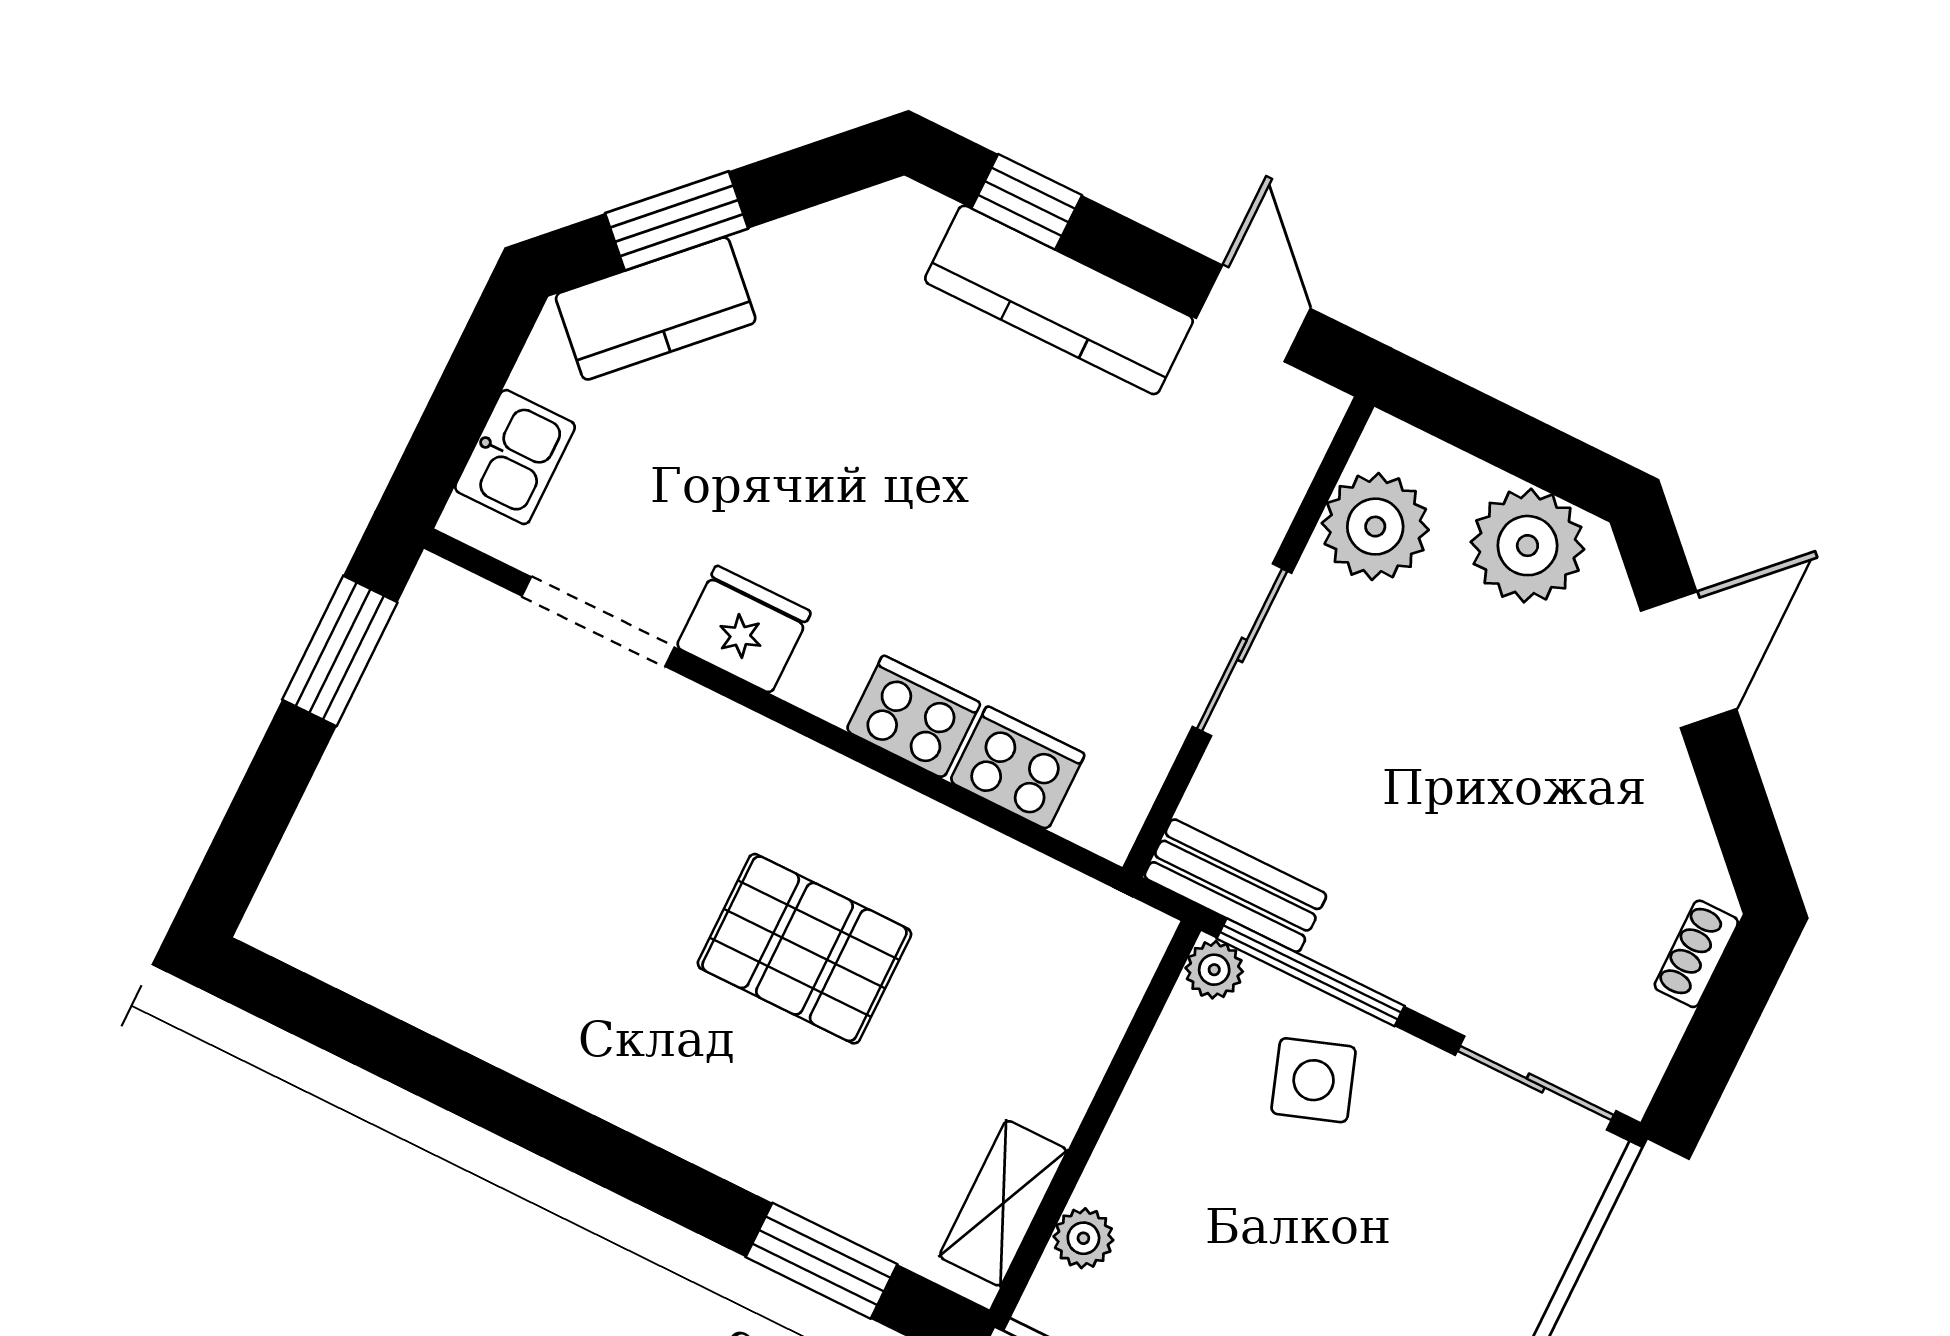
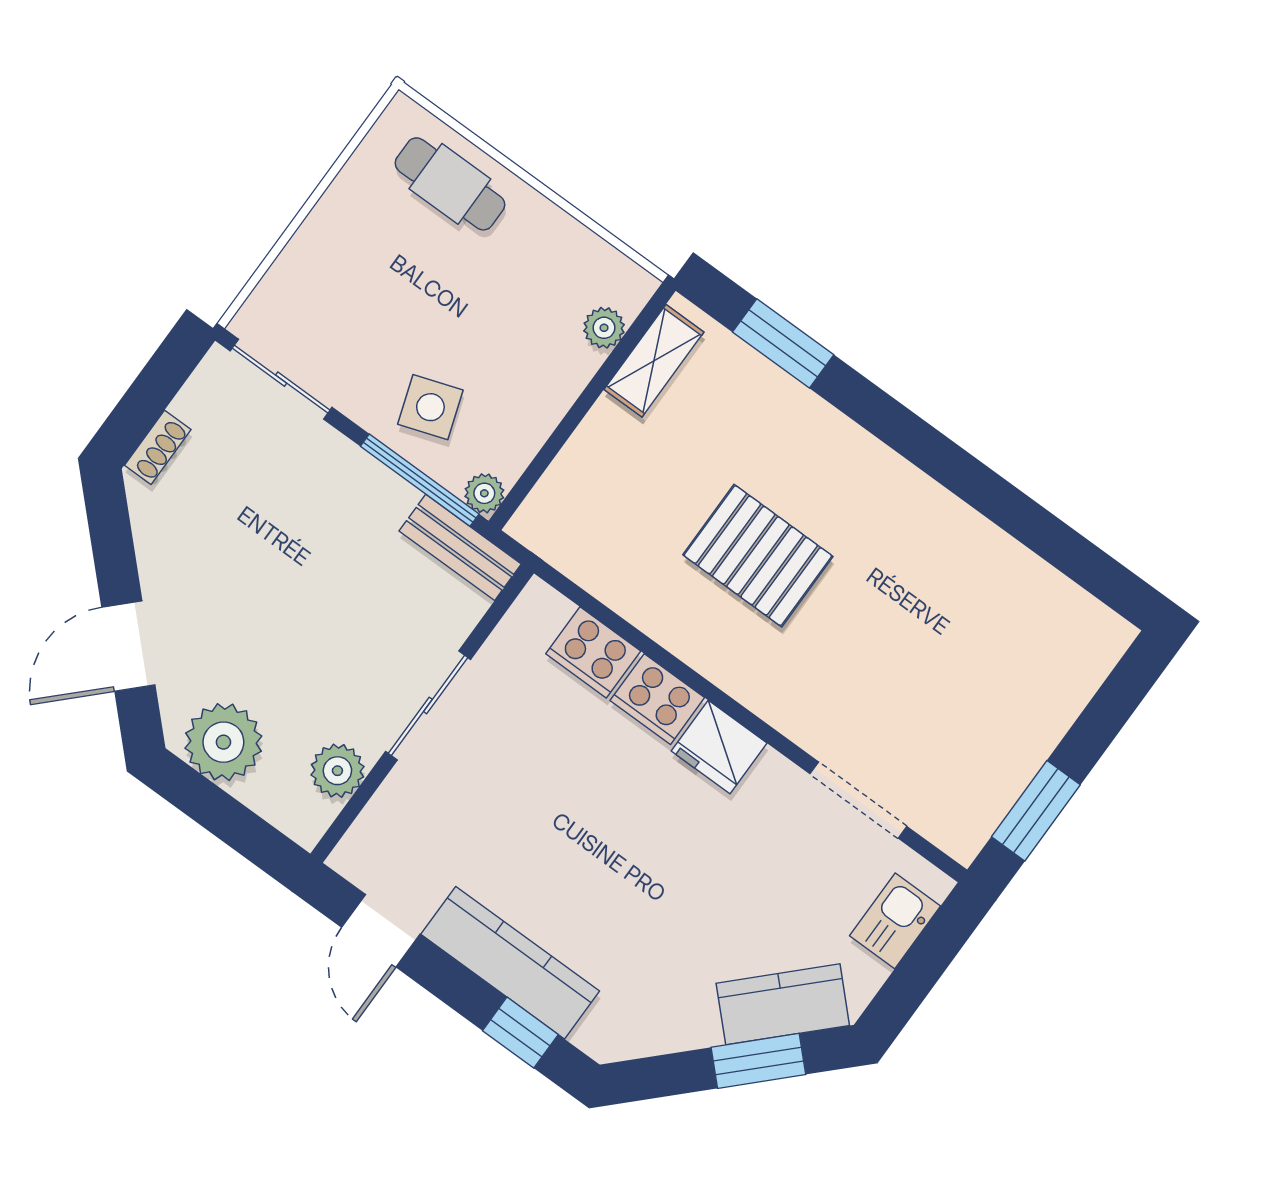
plant: (1375, 527) -> (337, 771), width x0.73, depth x0.73
fridge: (744, 629) -> (719, 747), moved

